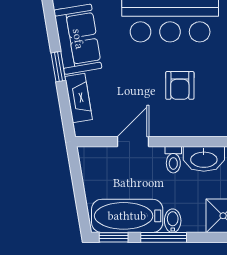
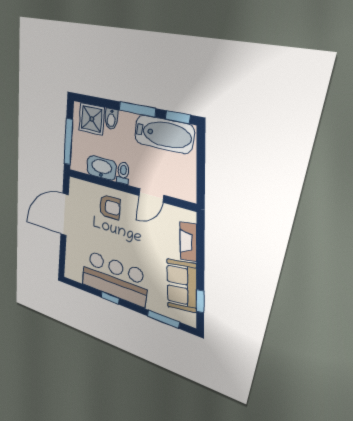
window: (58, 67) -> (200, 301), moved
armchair: (180, 85) -> (110, 207), moved, turned 89
bidet: (173, 221) -> (111, 119), moved

